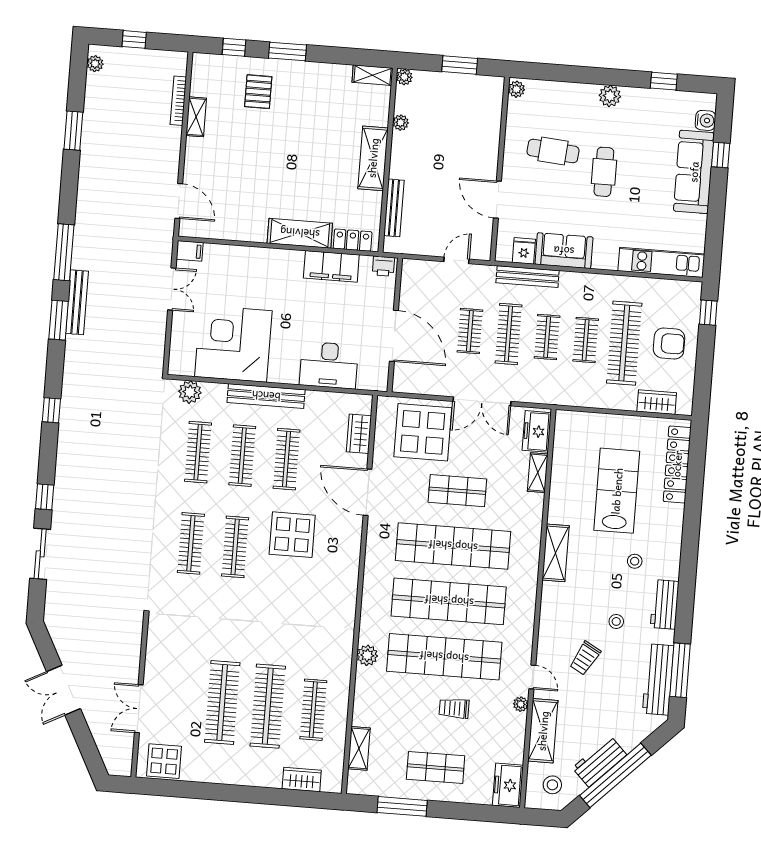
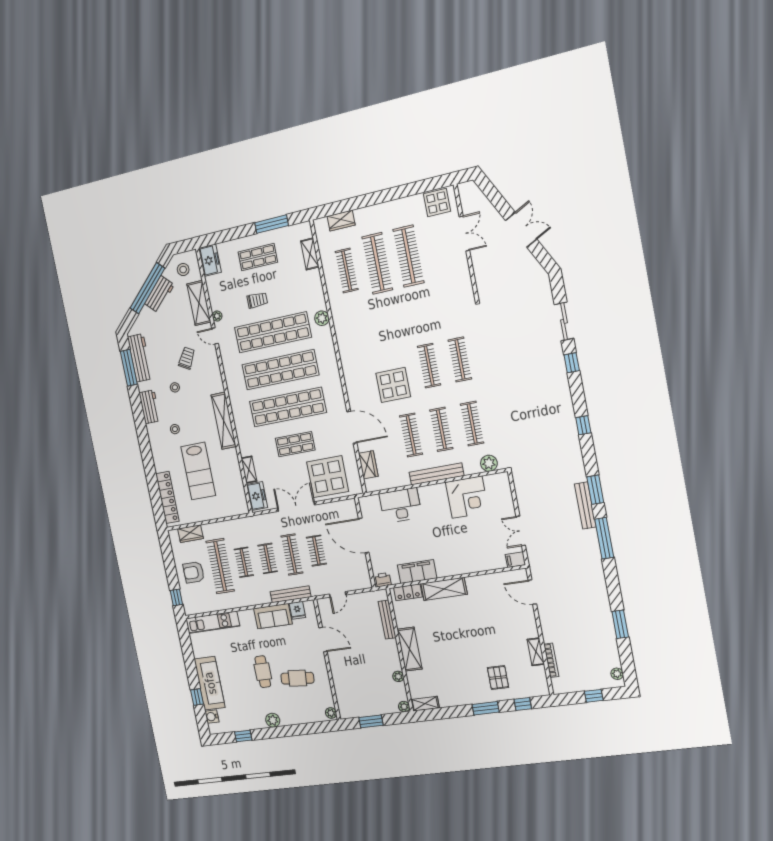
corner desk: (233, 344) -> (467, 497), width x0.74, depth x0.74
shelving: (556, 553) -> (224, 421), width x1.47

